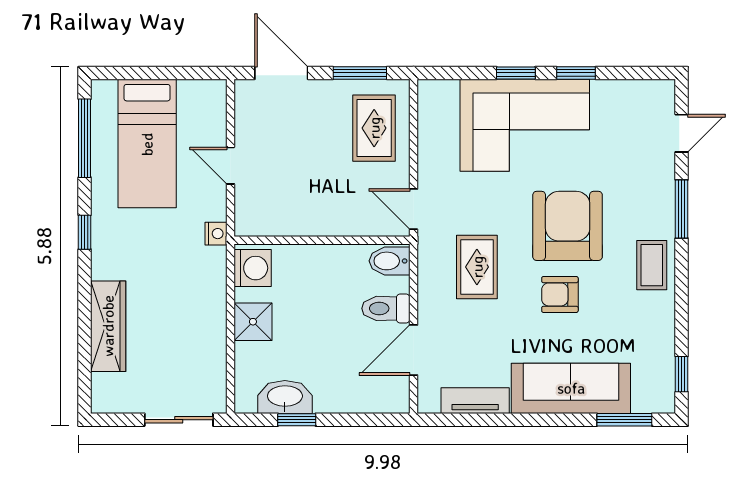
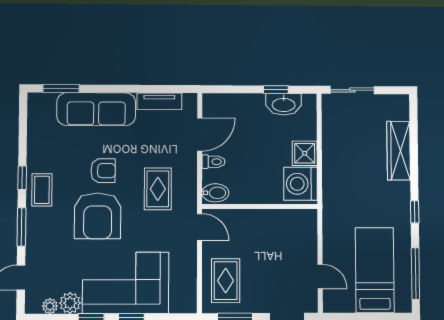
plant: (638, 91) -> (50, 306), added
plant: (608, 95) -> (70, 303), added
door: (230, 166) -> (320, 276), moved
nightstand: (216, 234) -> (329, 211), removed
washing machine: (253, 268) -> (301, 184), width x1.37, depth x1.37
toilet: (386, 308) -> (213, 162), width x0.73, depth x0.72
window: (682, 374) -> (22, 178), moved

